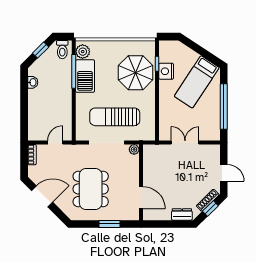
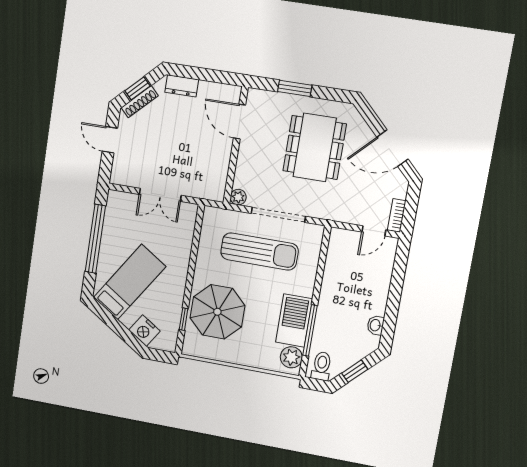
nightstand: (166, 71) -> (144, 331), moved, turned 123
door: (55, 143) -> (374, 231), moved

